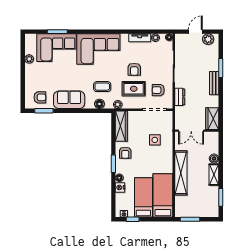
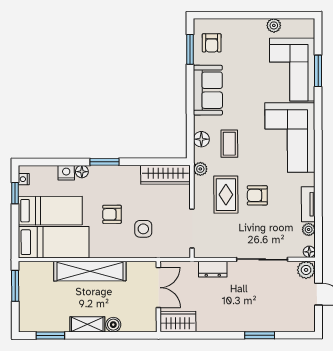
plant: (208, 39) -> (306, 270), moved
bench: (214, 83) -> (235, 325), removed
armchair: (158, 90) -> (224, 234), removed
double door: (191, 131) -> (158, 288), swing flipped
armchair: (125, 153) -> (112, 214), moved

